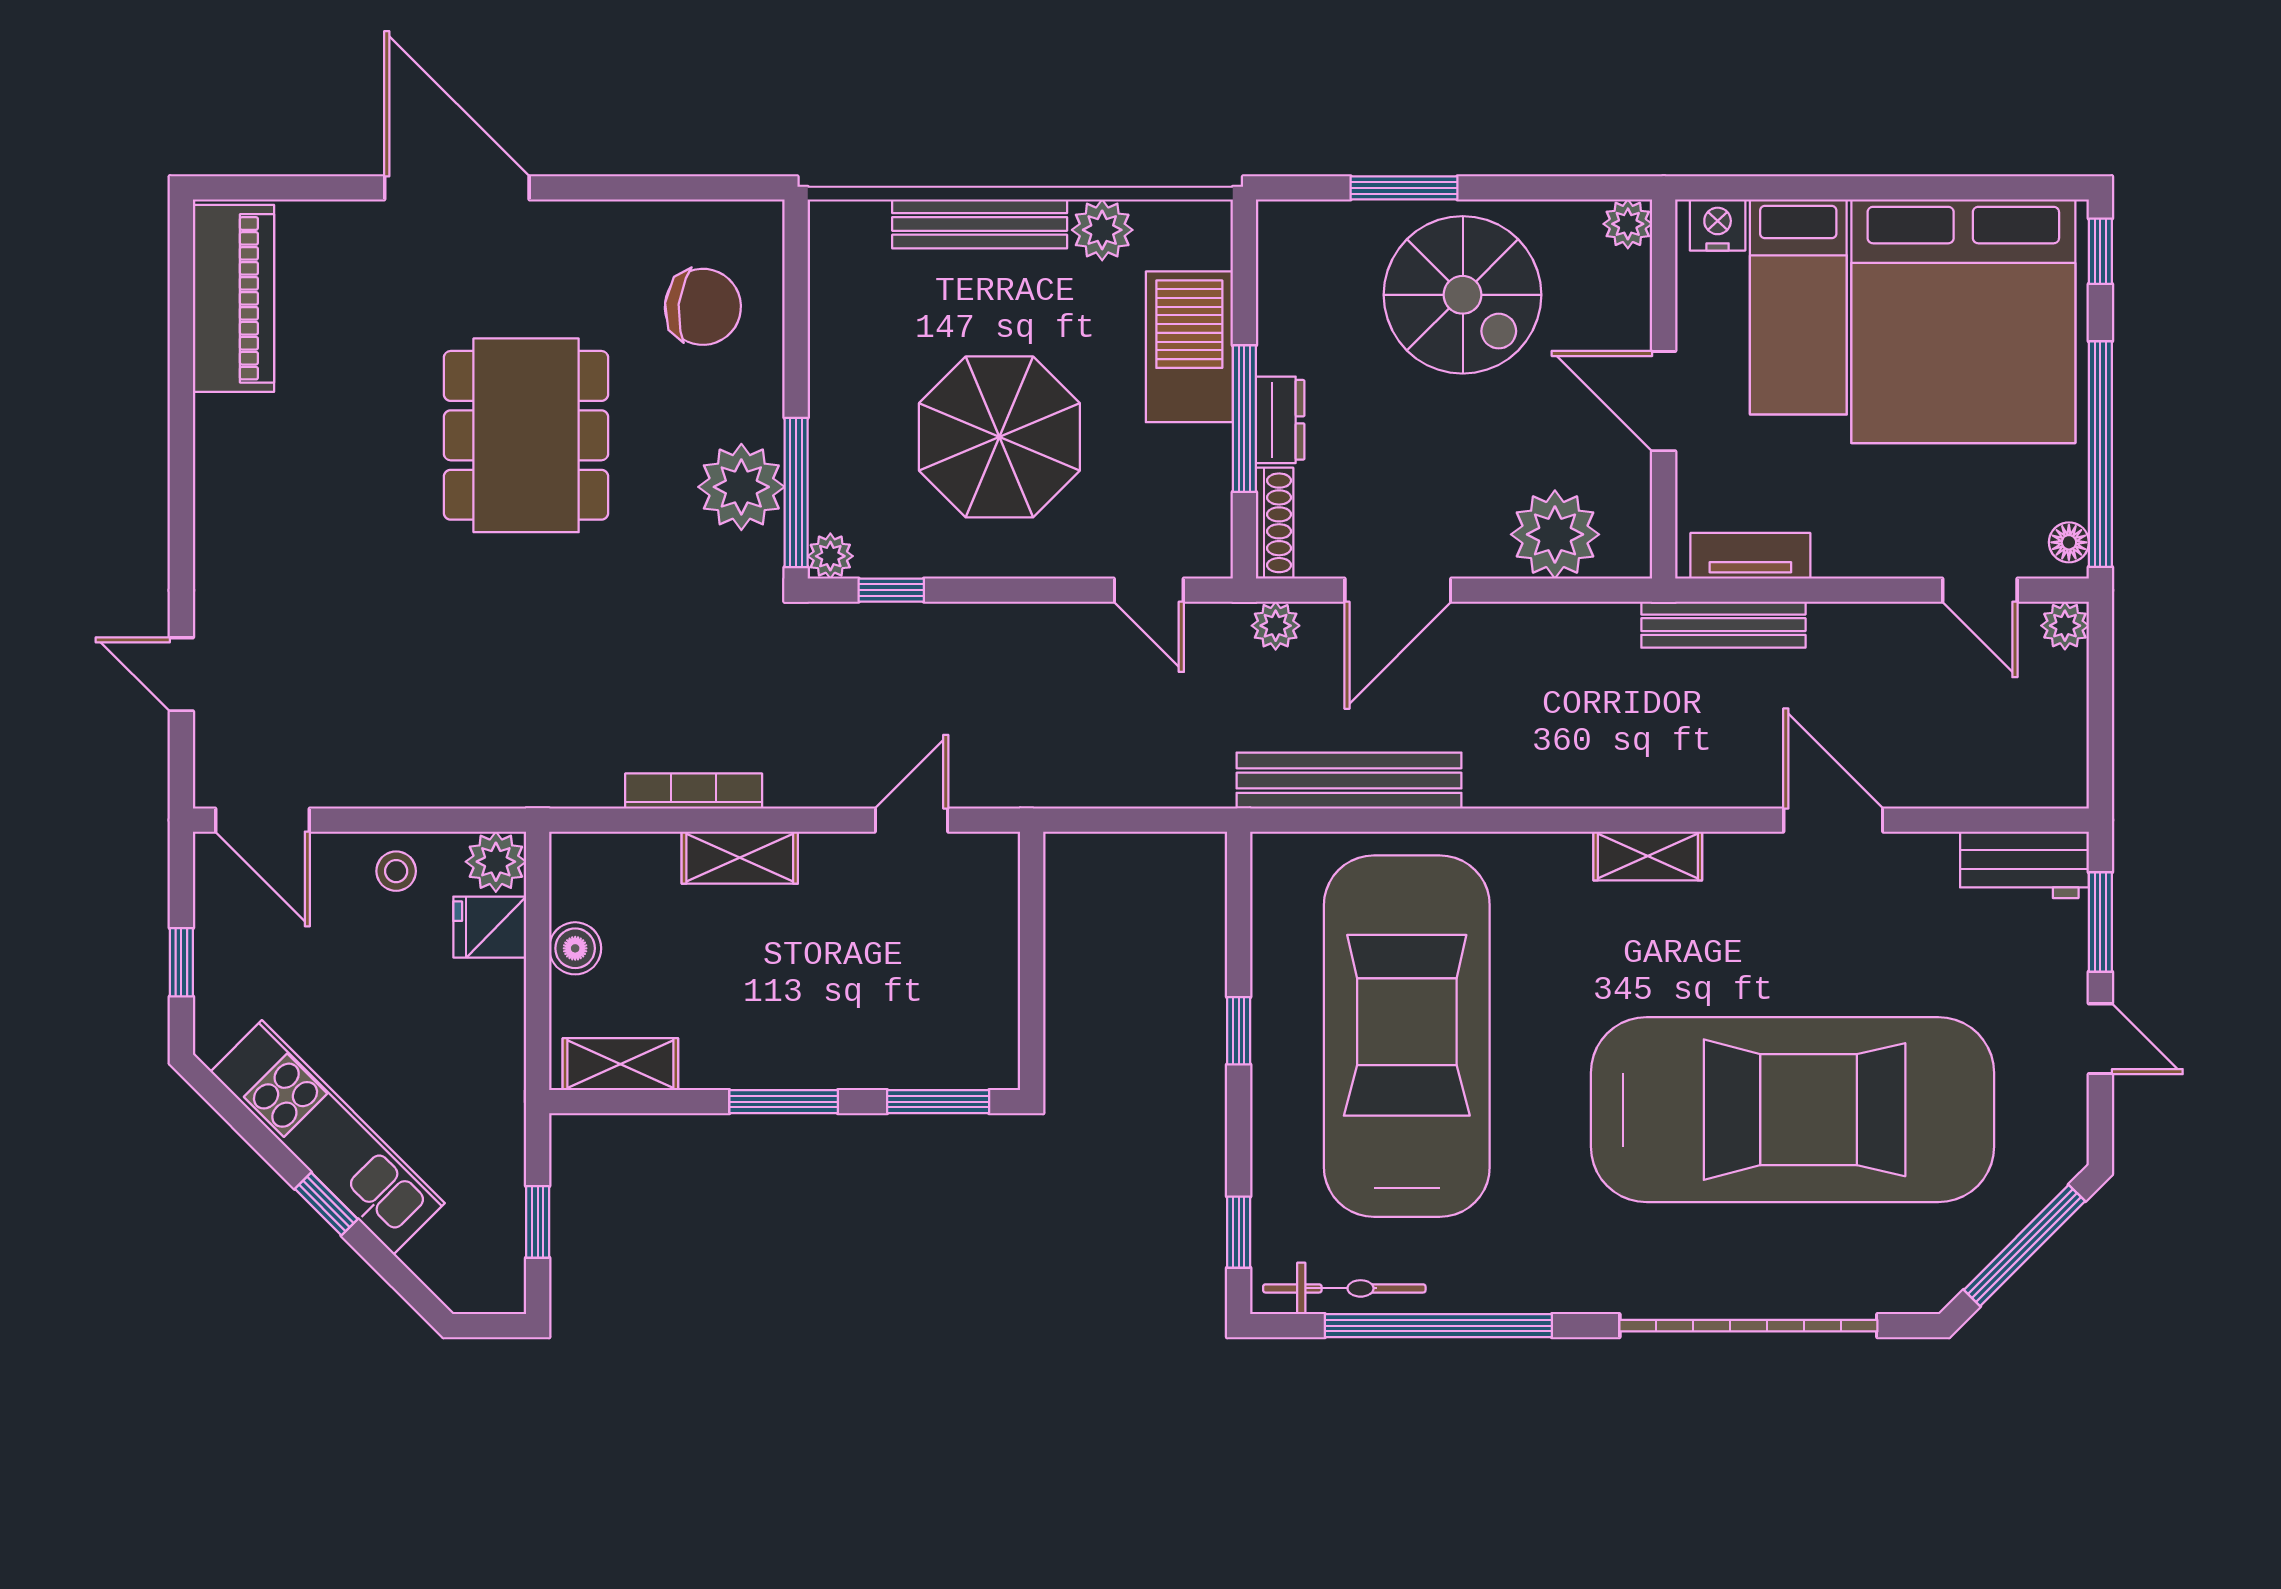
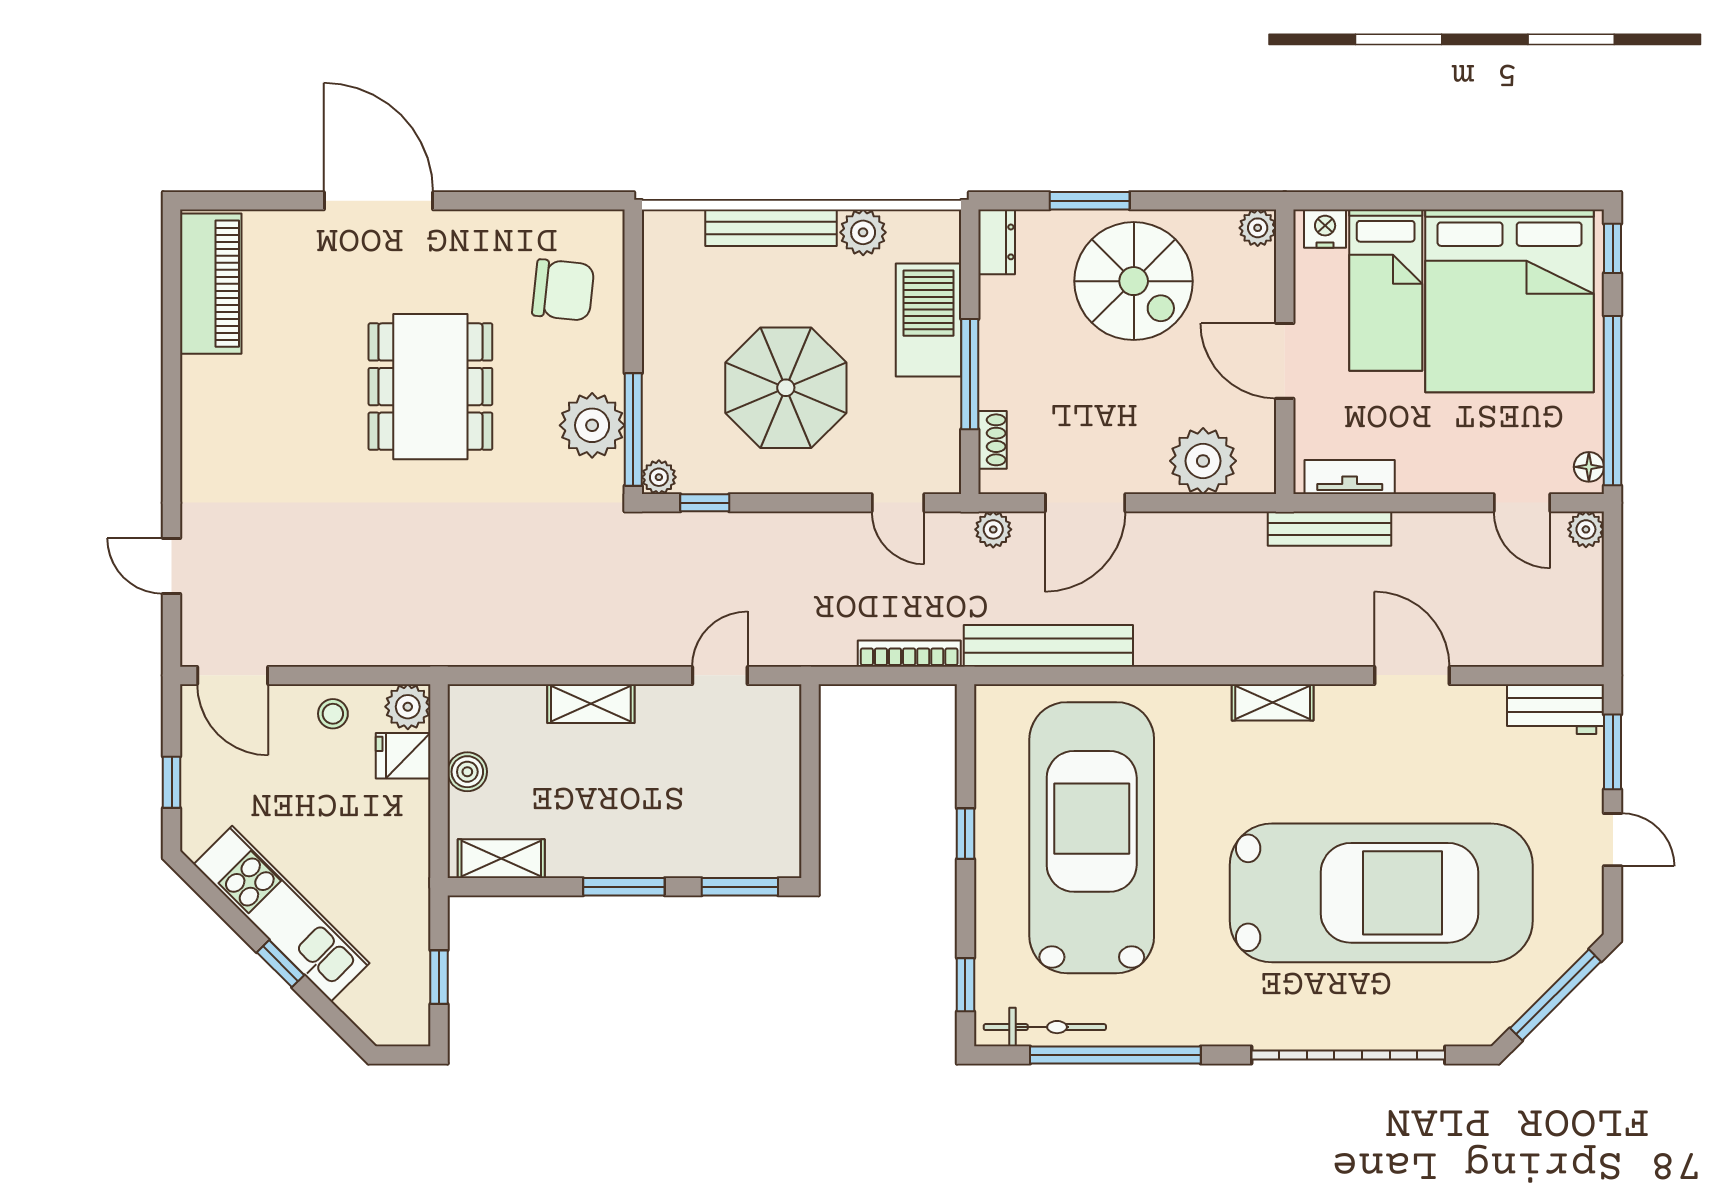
dresser: (1280, 420) -> (997, 242), moved
shoe rack: (1275, 523) -> (992, 440), width x0.70
bookcase: (694, 791) -> (909, 654), moved

